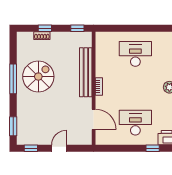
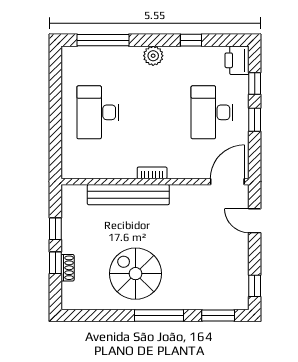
window: (77, 28) -> (55, 229), moved
window: (13, 79) -> (159, 315), moved
door: (94, 119) -> (227, 182), moved
door: (59, 148) -> (255, 221), moved
window: (131, 148) -> (255, 120), added

